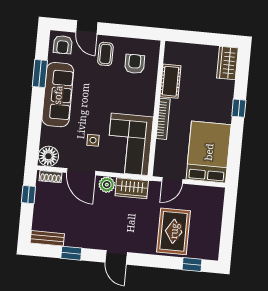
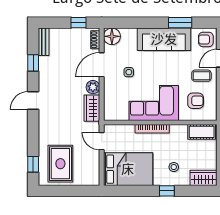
cot: (170, 81) -> (202, 132), moved
stool: (211, 97) -> (174, 167), added
corner sofa: (130, 144) -> (154, 103), moved
rug: (174, 231) -> (60, 164), moved, turned 90

